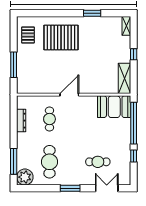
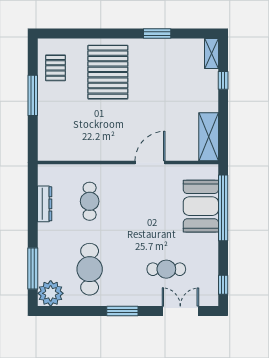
pallet: (61, 38) -> (108, 72), turned 90
window: (134, 54) -> (223, 80), moved
window: (14, 65) -> (33, 95), moved
door: (69, 95) -> (150, 163), moved
booth: (114, 107) -> (201, 206), moved, turned 90
window: (134, 156) -> (223, 285), moved

